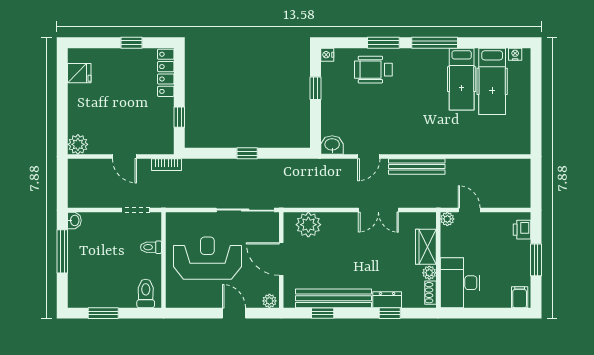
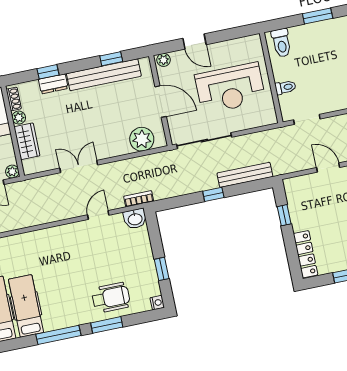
bookcase: (166, 165) -> (139, 199), moved
bench: (417, 167) -> (245, 175), moved

